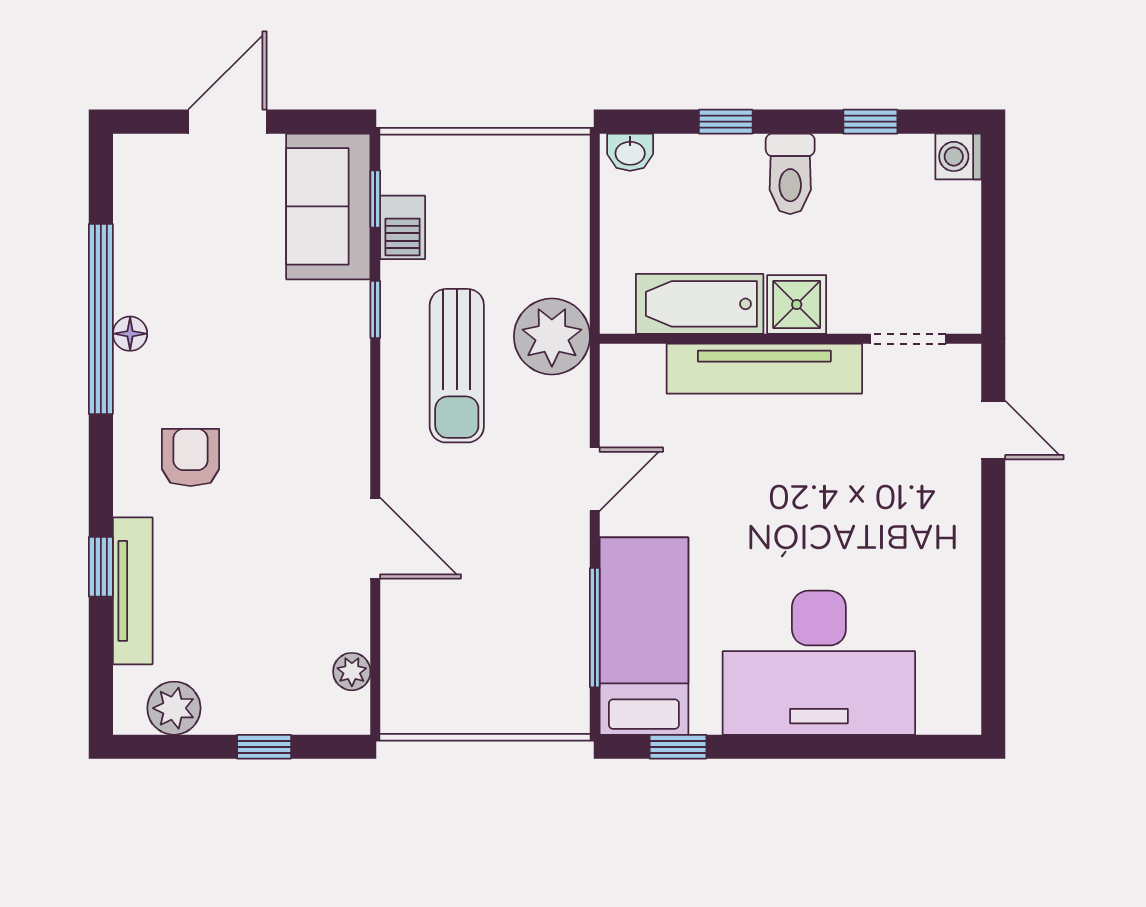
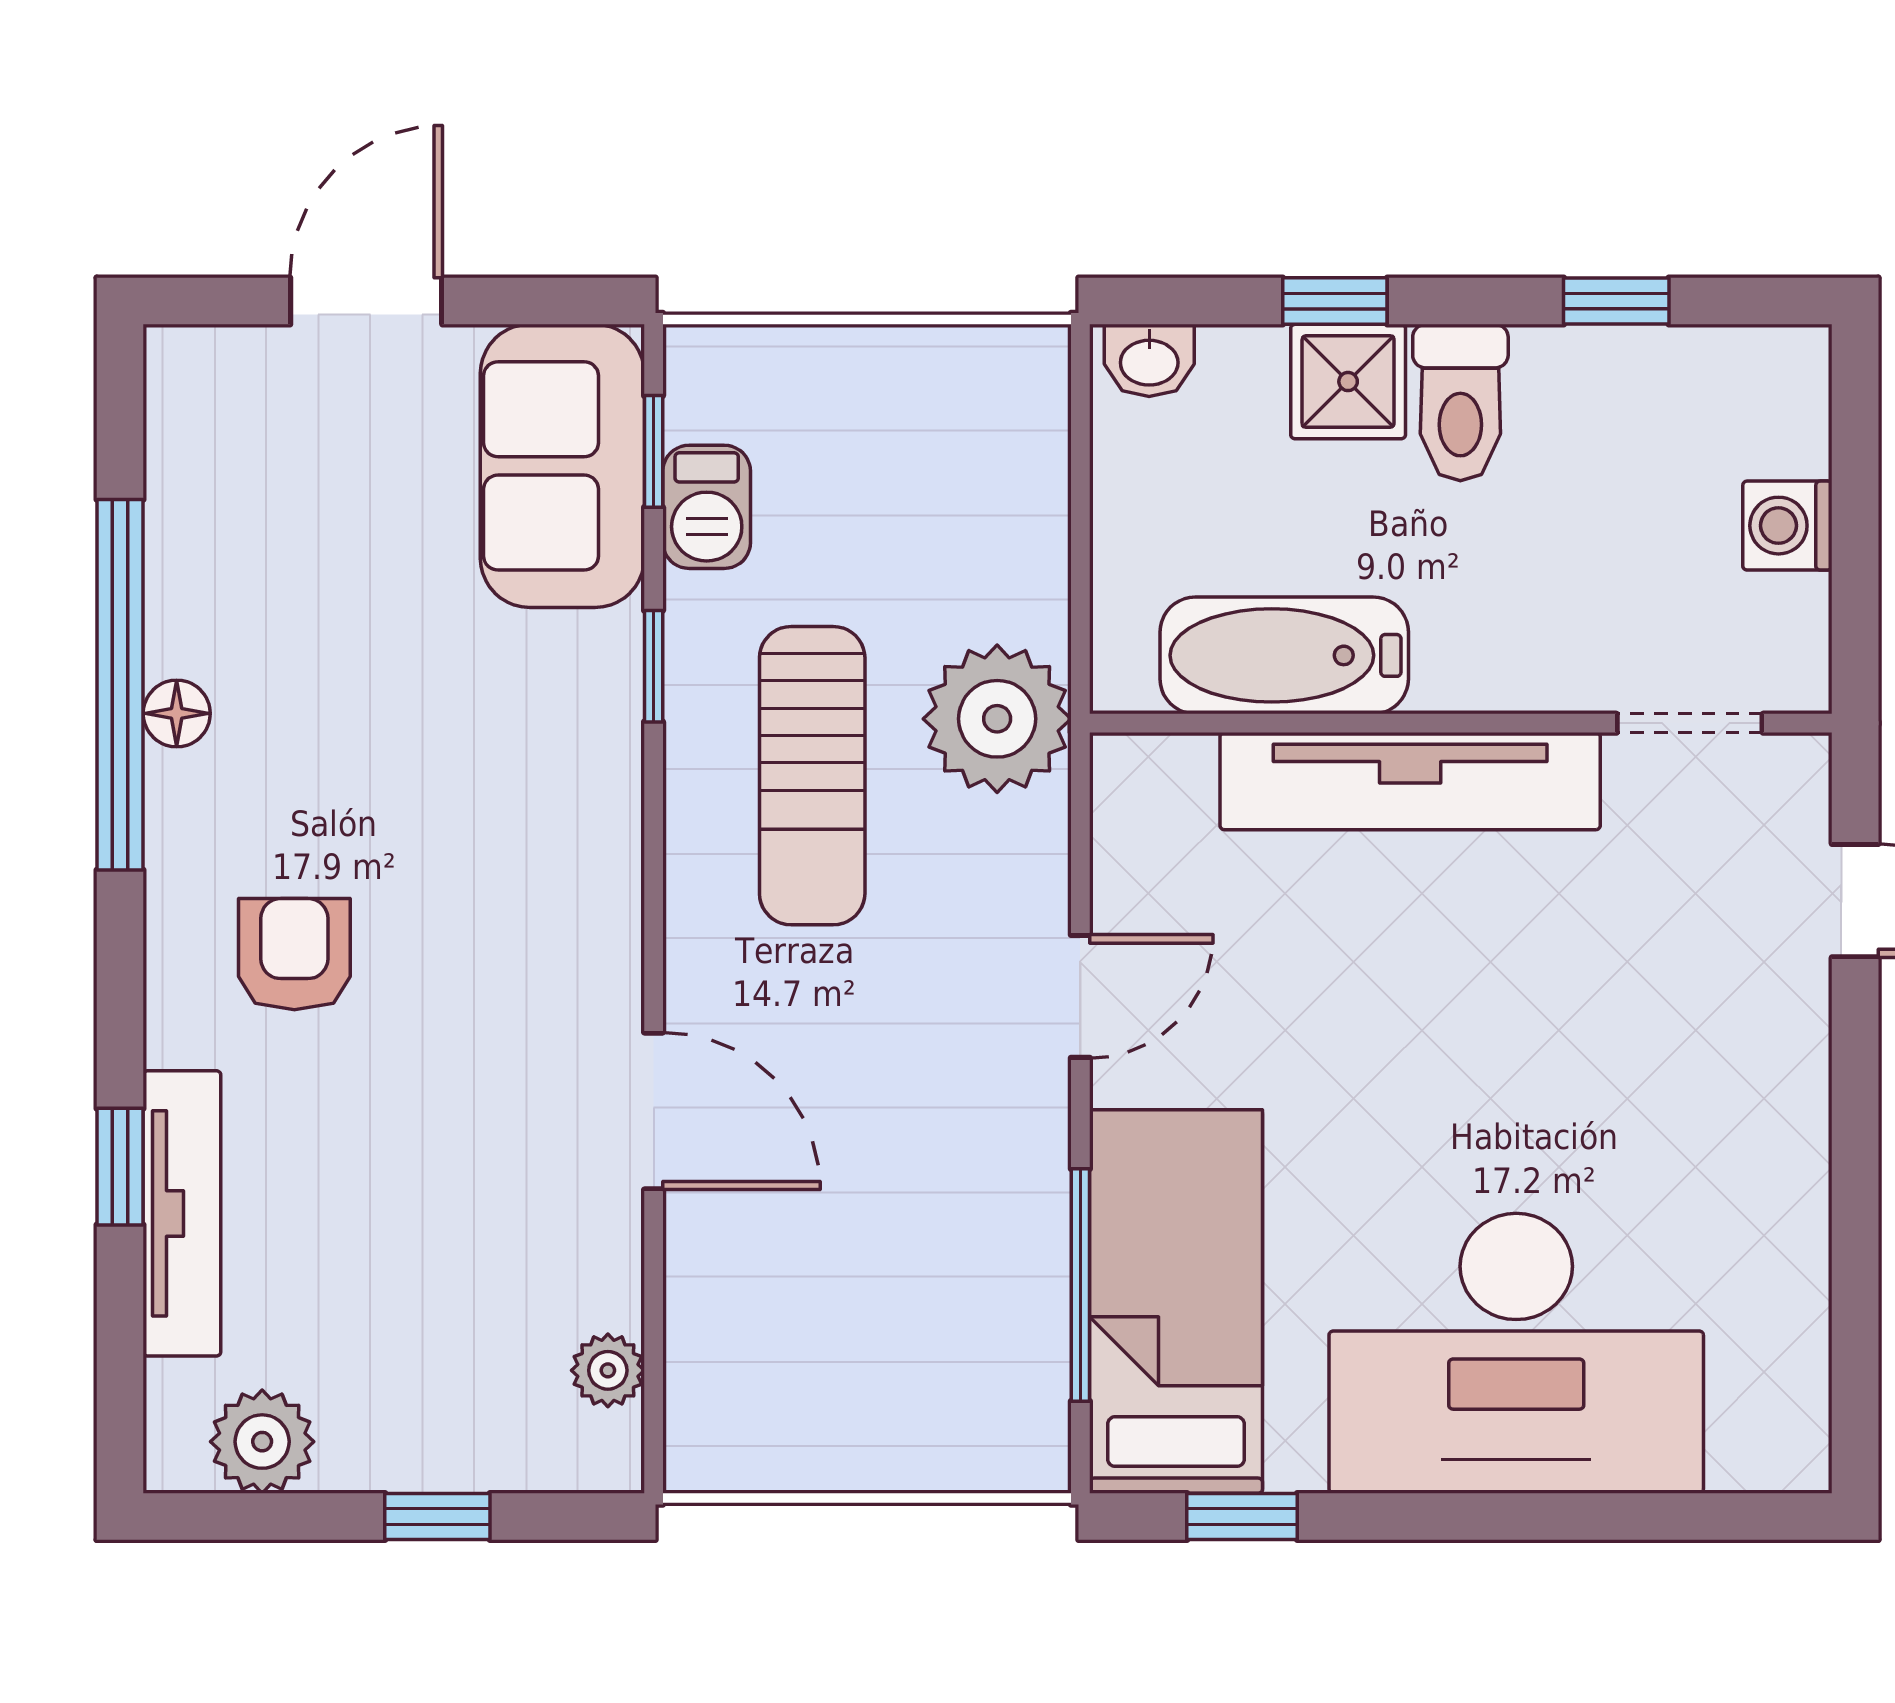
washing machine: (958, 156) -> (1787, 526), moved
shower: (797, 304) -> (1348, 382), moved

